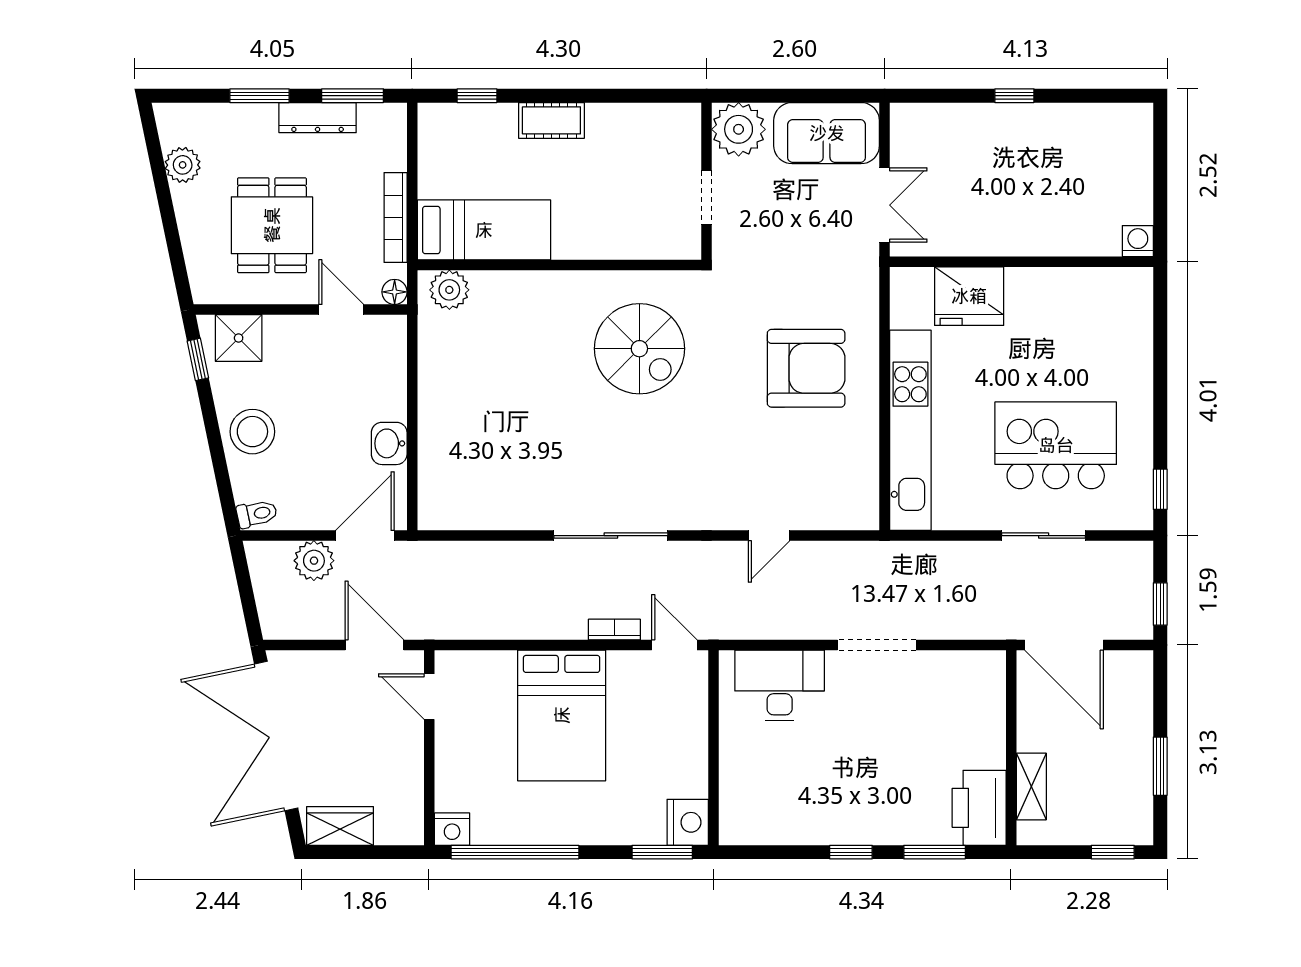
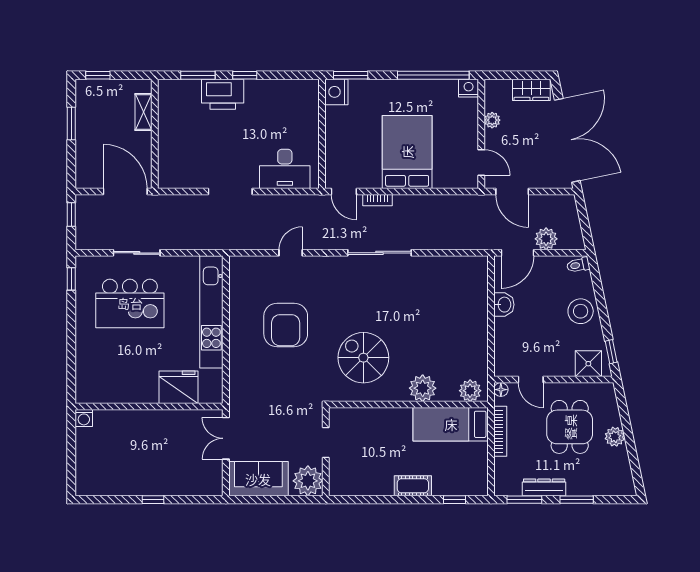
plant: (183, 165) -> (615, 437), moved
plant: (534, 294) -> (423, 388), added
armchair: (806, 368) -> (286, 325), moved, turned -90
plant: (410, 772) -> (492, 120), added
printer: (979, 808) -> (223, 94), moved, turned 90

